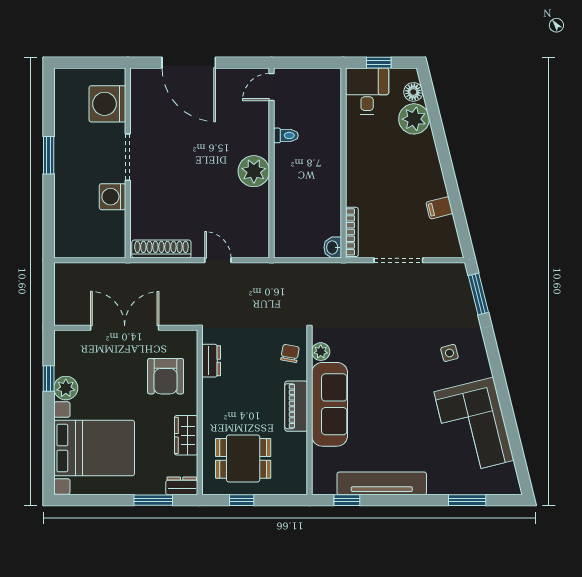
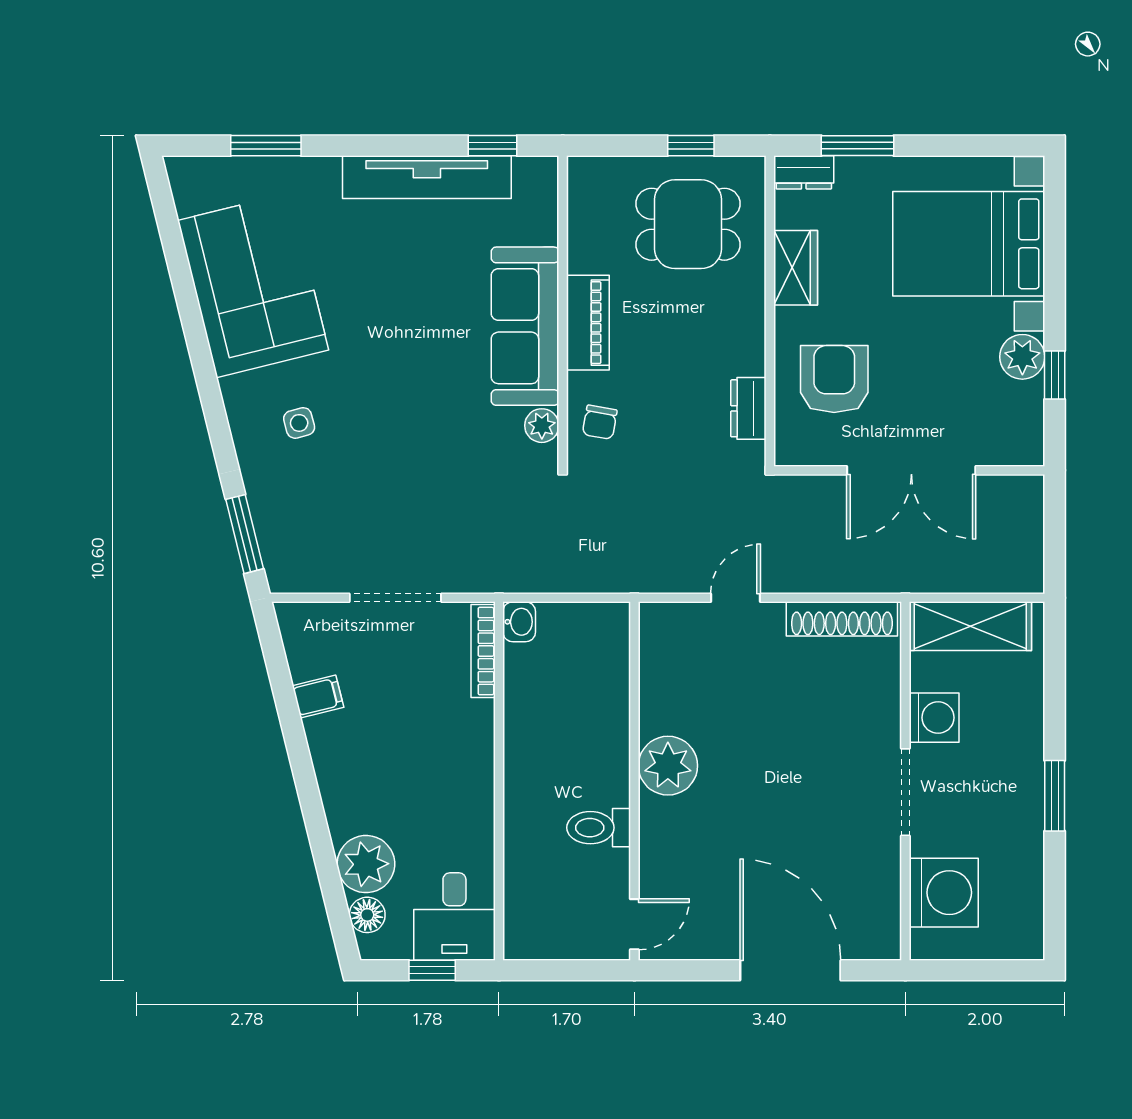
toilet: (286, 135) -> (599, 828), width x1.37, depth x1.39
shelving: (93, 245) -> (970, 626), added
door: (218, 260) -> (736, 598), swing flipped

